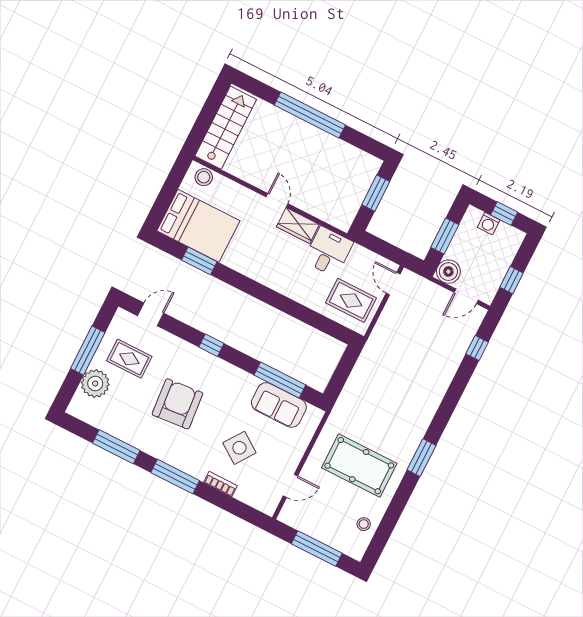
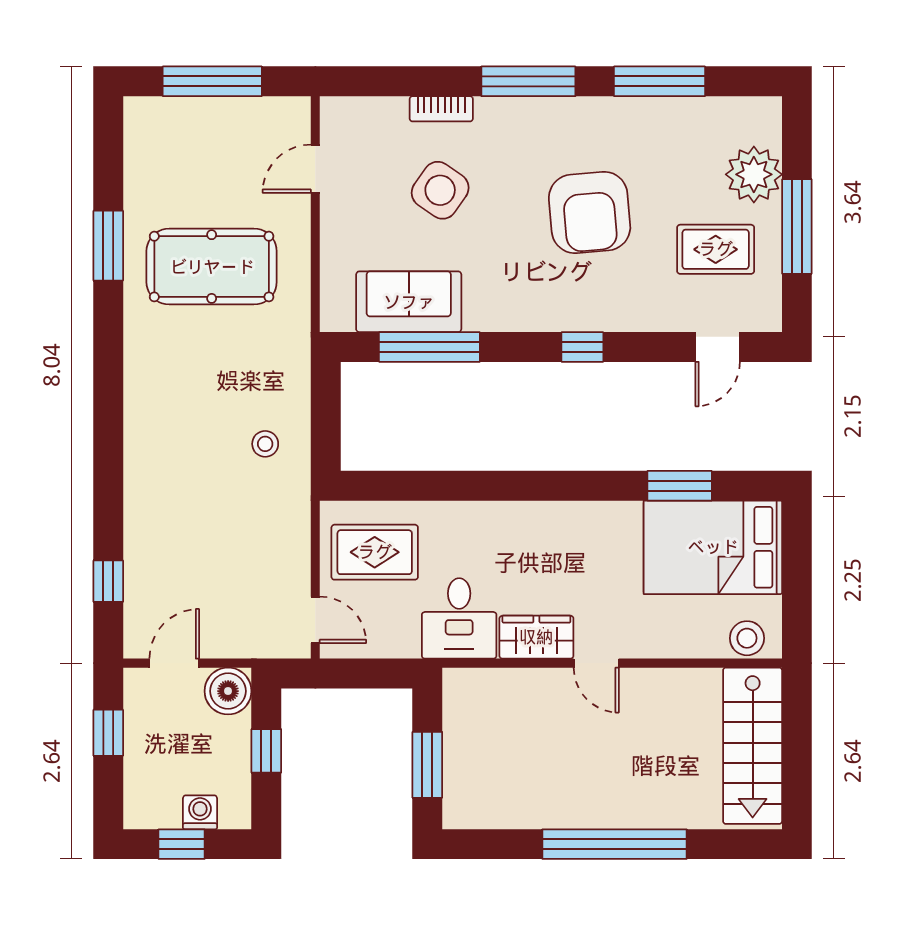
window: (445, 236) -> (266, 751), width x0.67
window: (422, 458) -> (108, 246), moved
stool: (364, 524) -> (265, 444), moved

